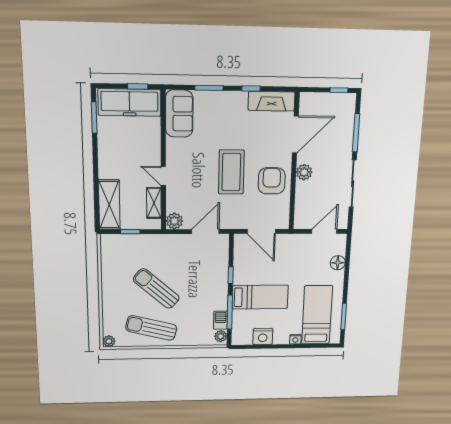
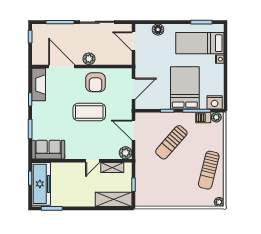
armchair: (272, 181) -> (96, 82), turned -90
sun lounger: (156, 289) -> (171, 142), moved
bed: (260, 297) -> (185, 88), width x1.50
nightstand: (263, 336) -> (215, 102), moved, turned 90

